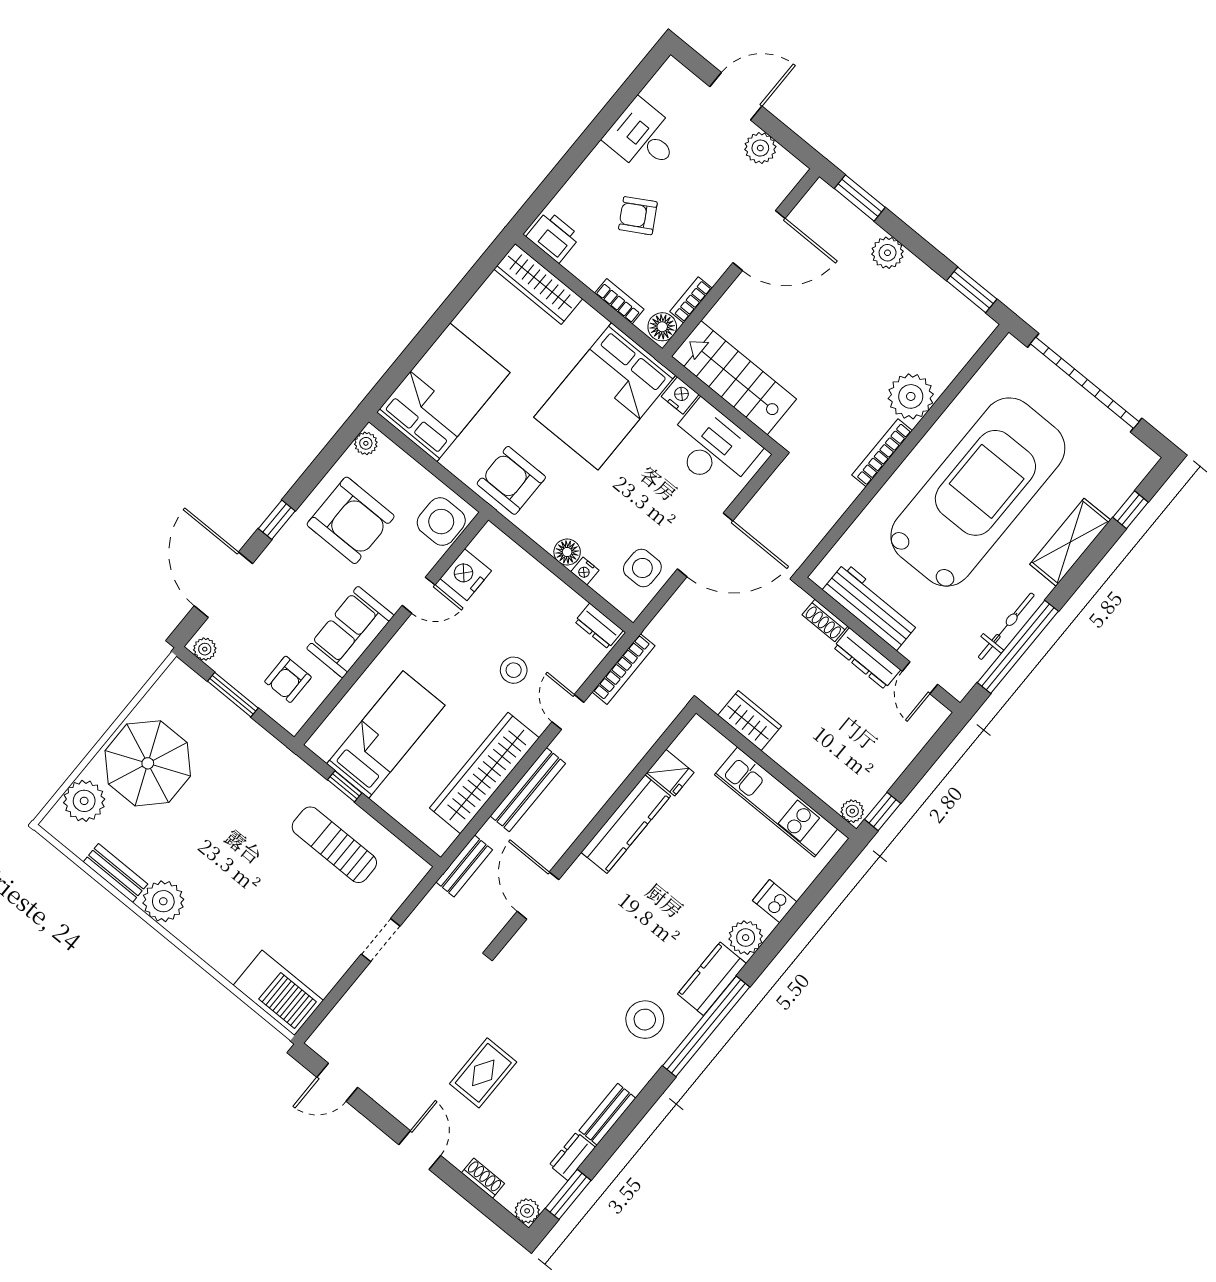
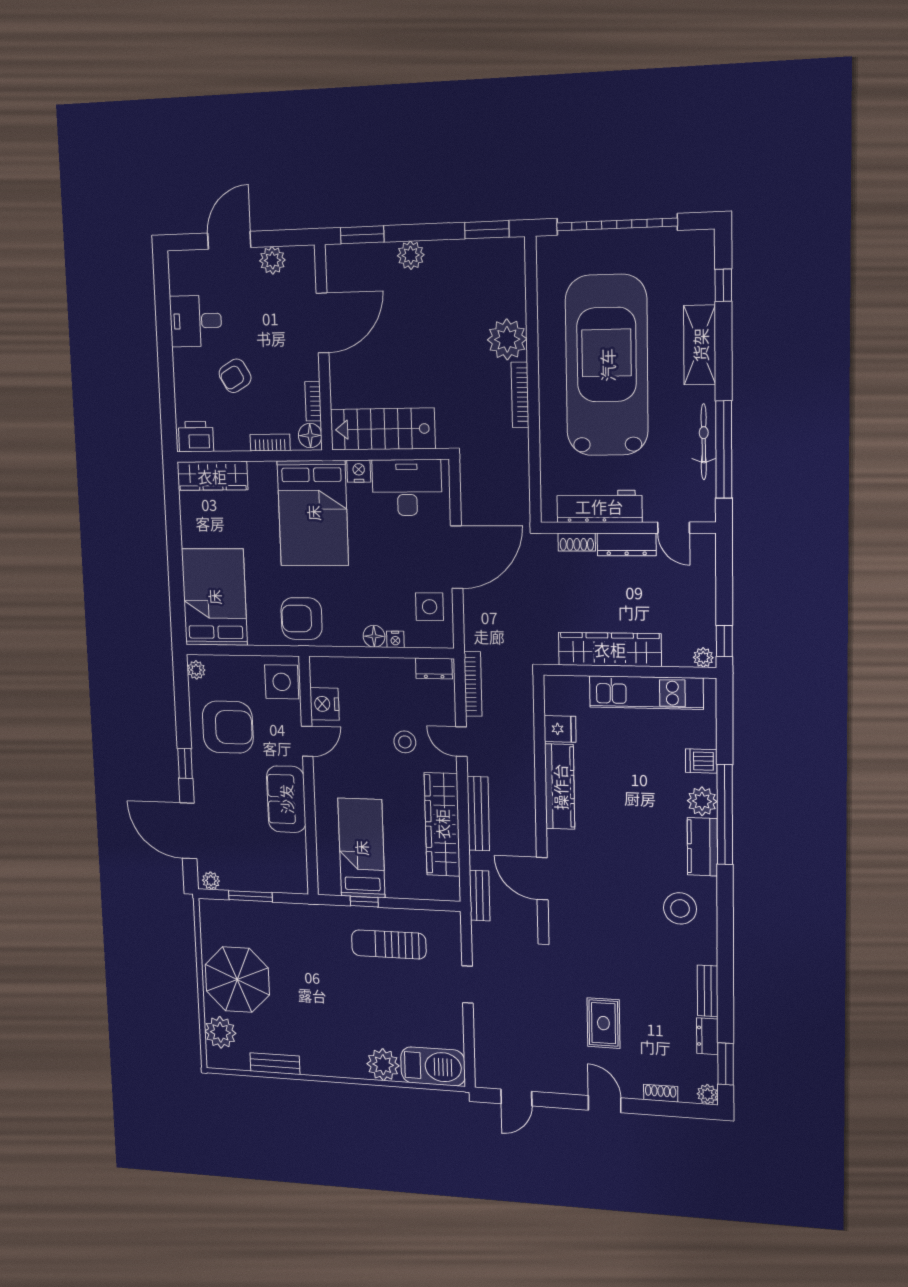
armchair: (288, 679) -> (275, 860), removed
wardrobe: (750, 721) -> (610, 649), width x2.10, depth x1.17
plant: (163, 901) -> (383, 1065), moved
window: (706, 1026) -> (725, 815), moved

